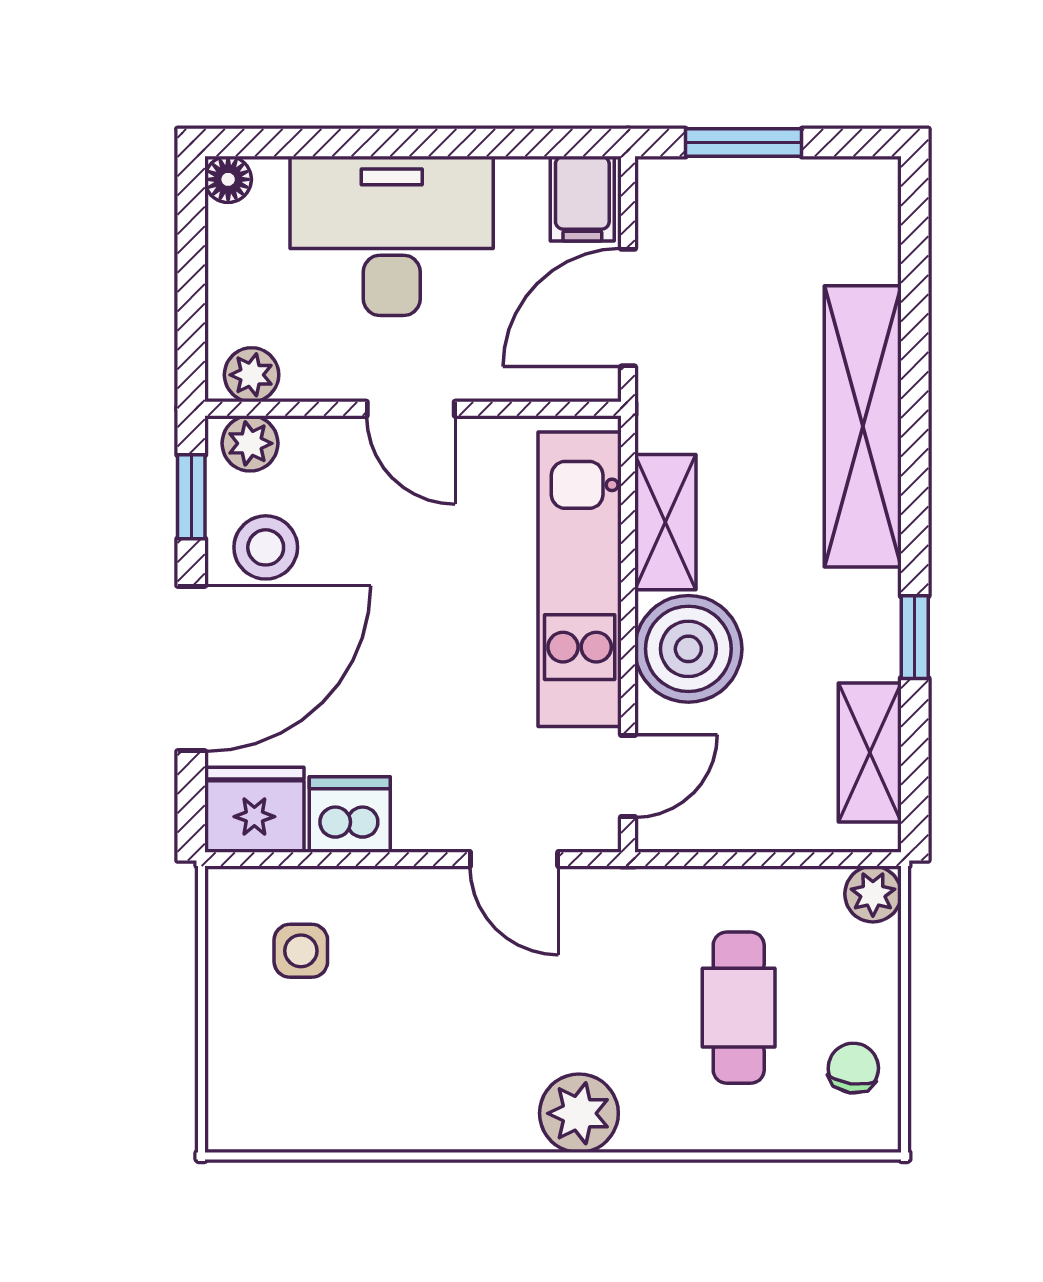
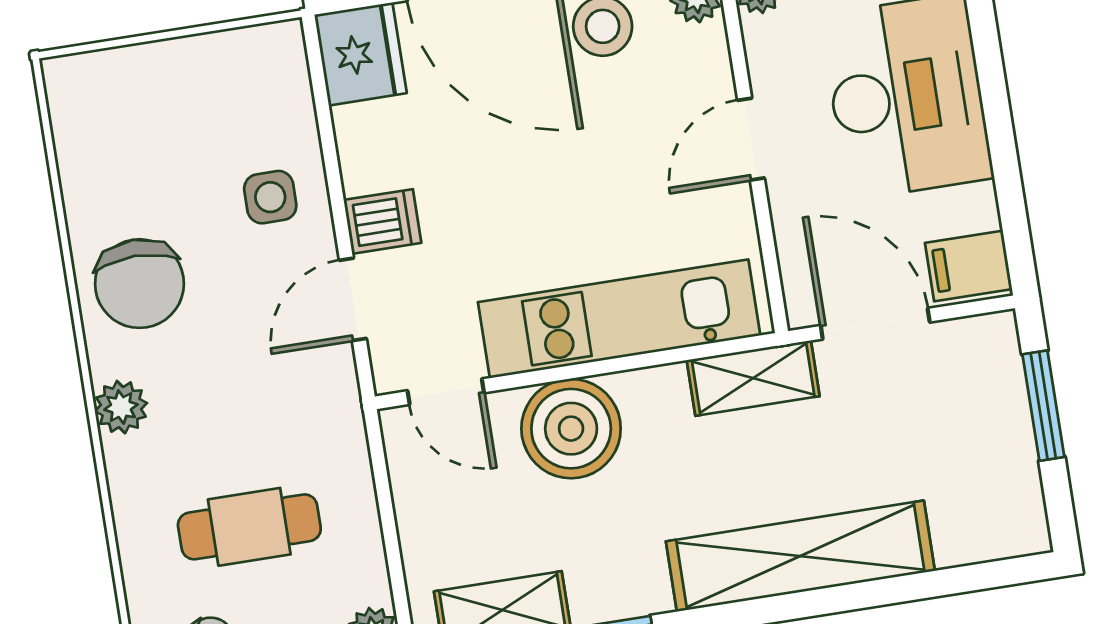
shelving: (665, 522) -> (753, 378), moved
dishwasher: (350, 815) -> (382, 221), moved, width x0.73
side table: (301, 951) -> (270, 197), moved
chair: (461, 1084) -> (139, 284), added
plant: (579, 1113) -> (121, 407), width x0.73, depth x0.73

